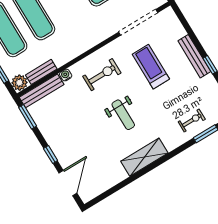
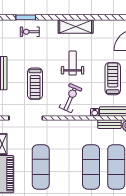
exercise bike: (102, 75) -> (71, 98), turned 114
treadmill: (68, 124) -> (113, 79), added

